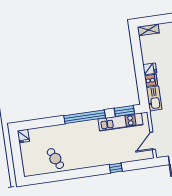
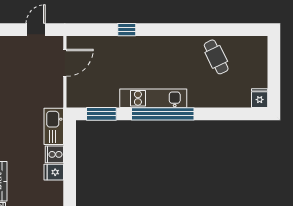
kitchen unit: (120, 122) -> (153, 98), moved

